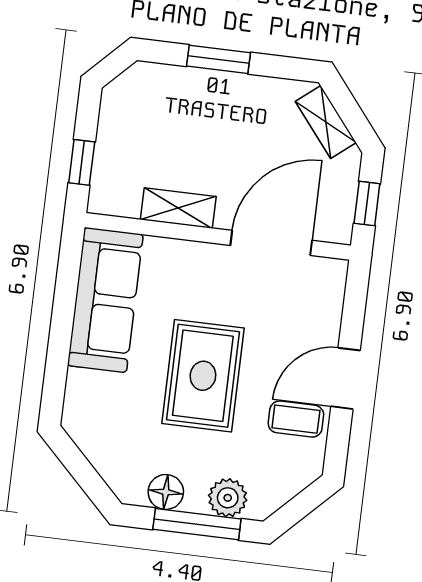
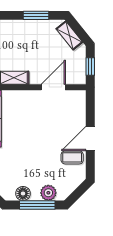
window: (219, 59) -> (36, 15), moved
door: (271, 243) -> (53, 87), width x0.73
rug: (203, 376) -> (32, 144), removed

